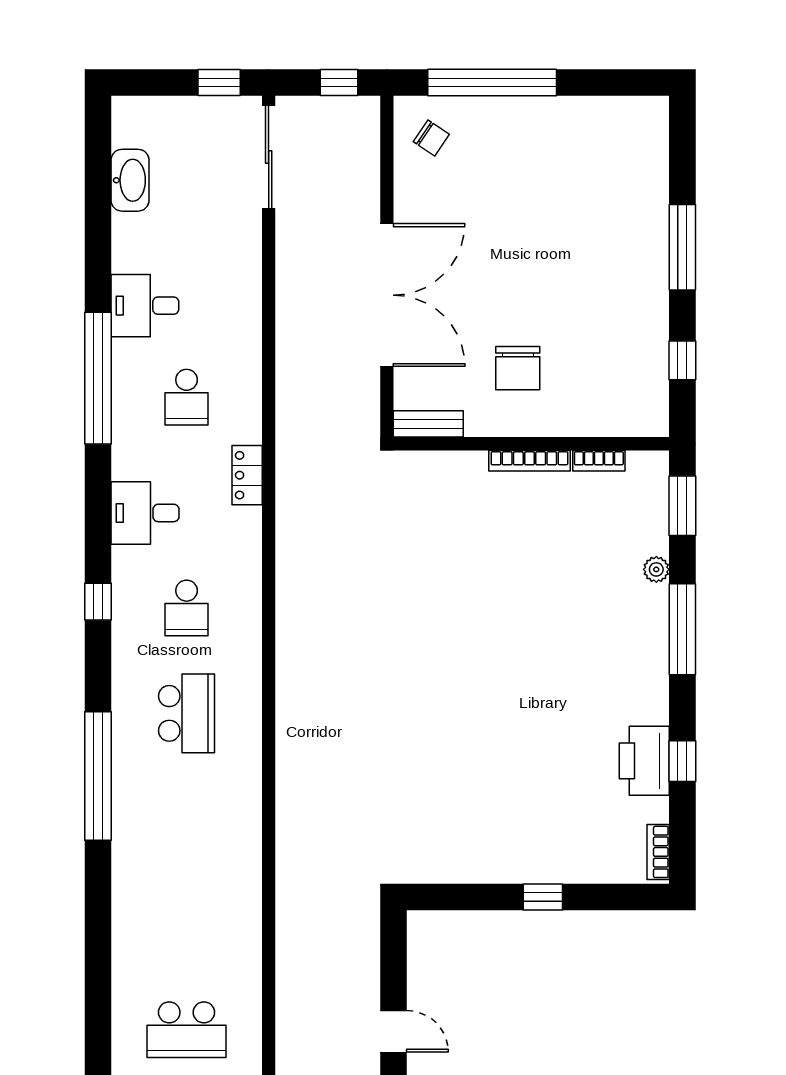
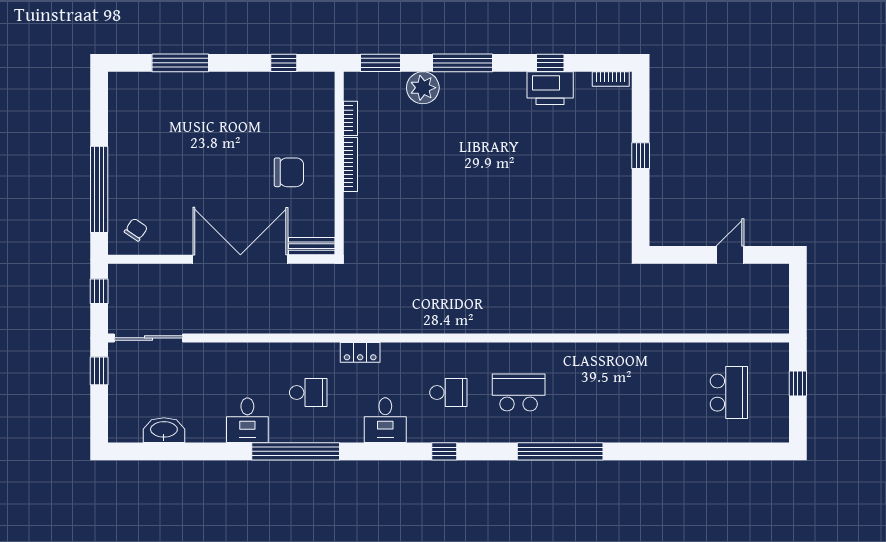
window: (682, 247) -> (180, 63), moved
bench: (428, 424) -> (312, 246), moved, turned 90
plant: (656, 569) -> (423, 88), width x1.88, depth x1.88

